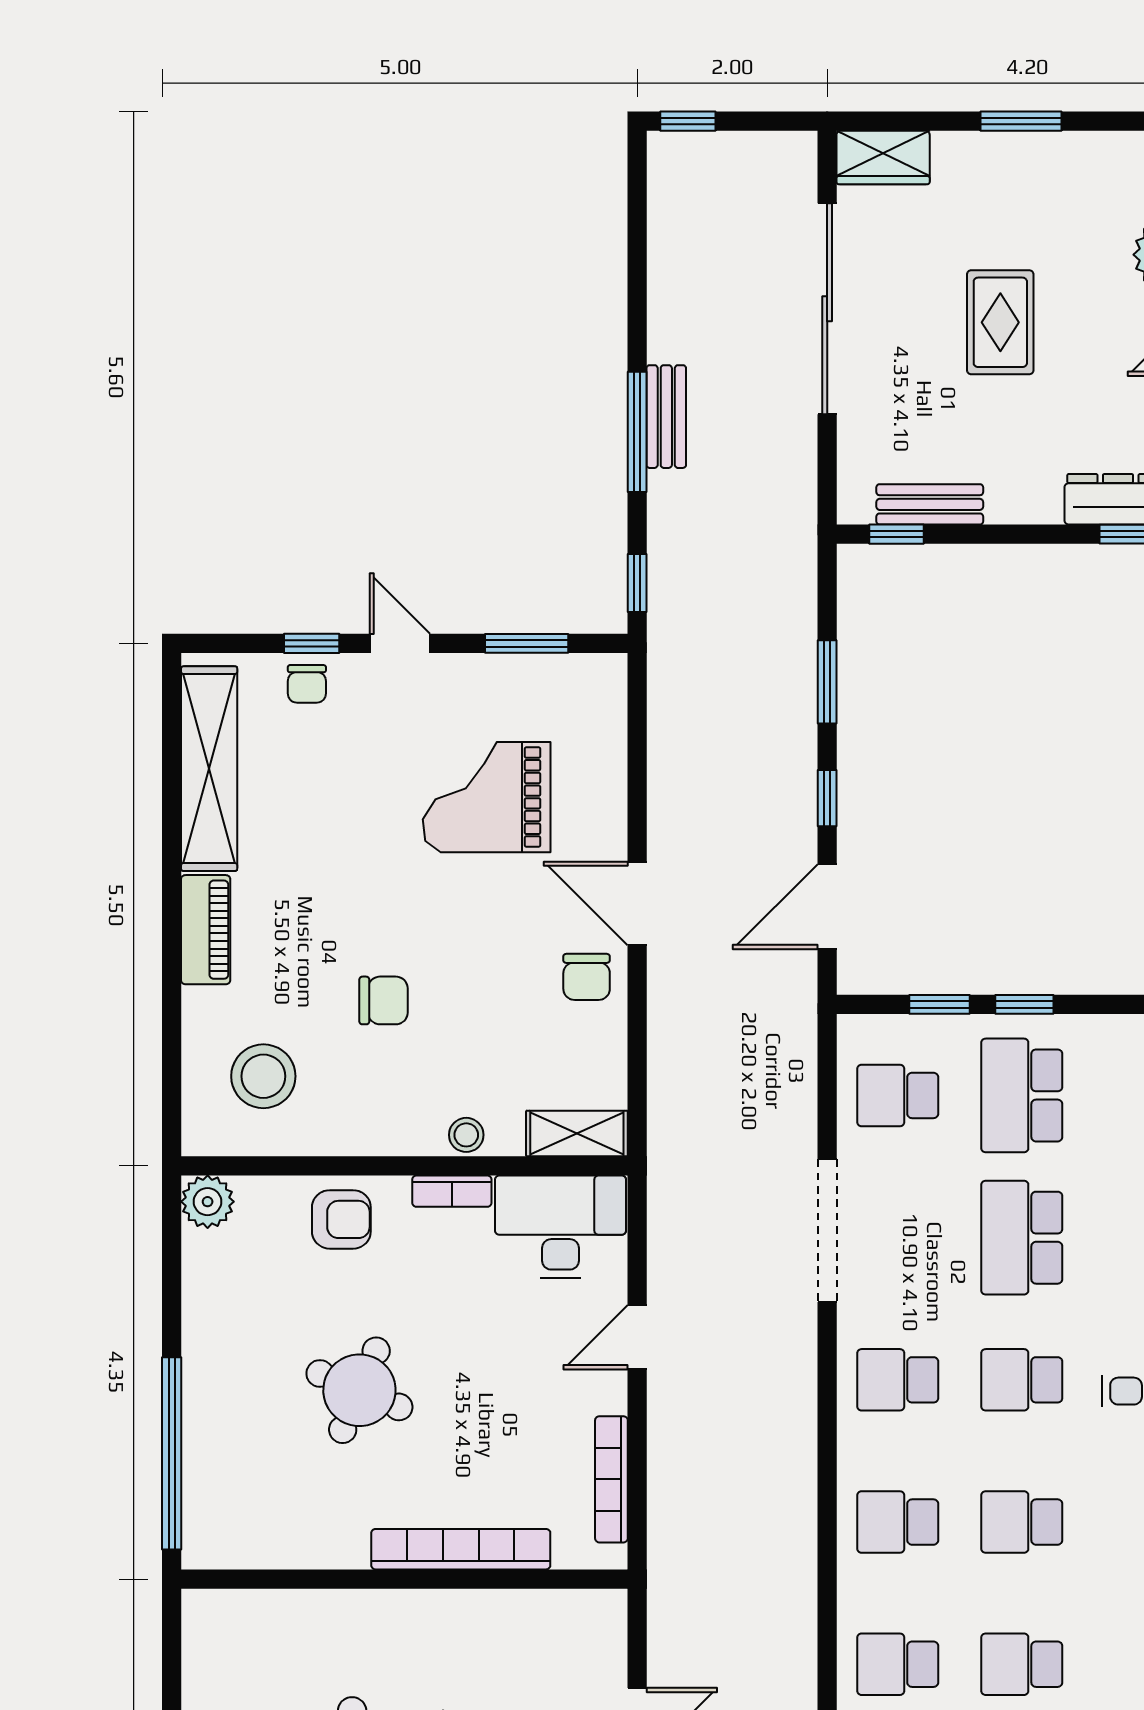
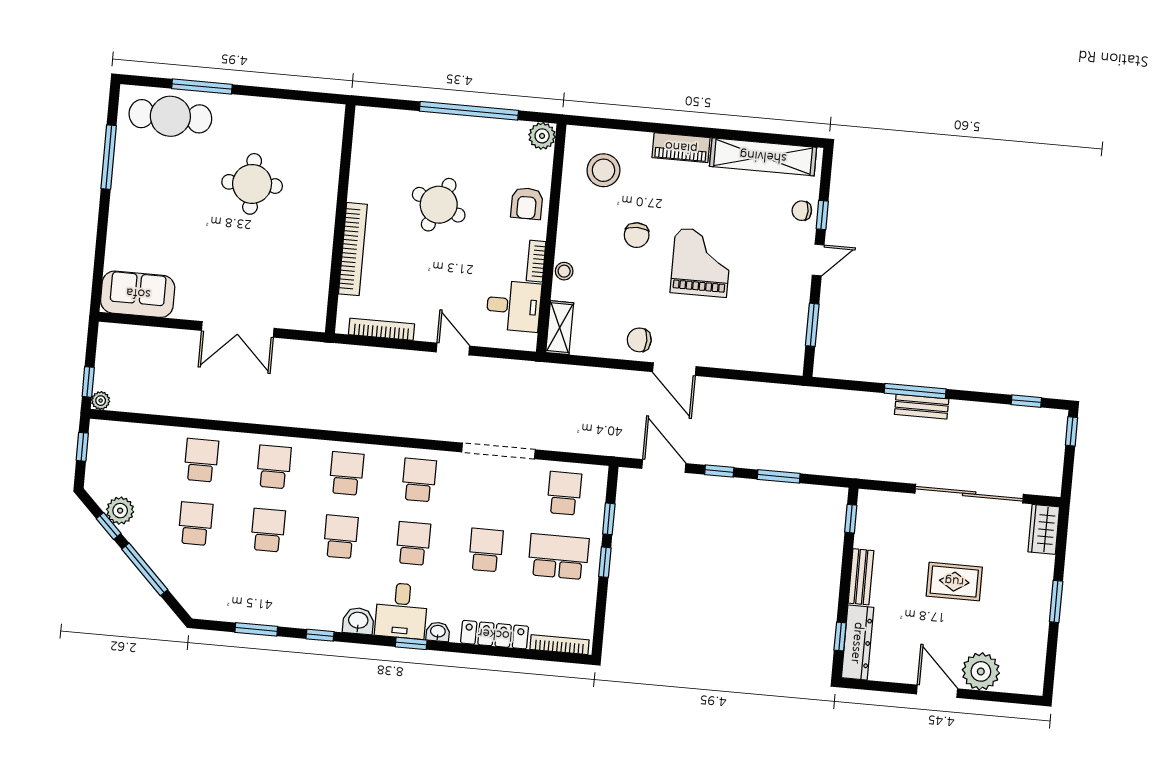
bench: (930, 504) -> (861, 577), moved
window: (637, 583) -> (1026, 401), moved
grand piano: (487, 797) -> (701, 263), moved
door: (637, 904) -> (674, 369), swing flipped
desk: (561, 1227) -> (514, 306), width x0.73
school desk: (1022, 1238) -> (486, 550), width x0.54
window: (172, 1453) -> (469, 111), moved

